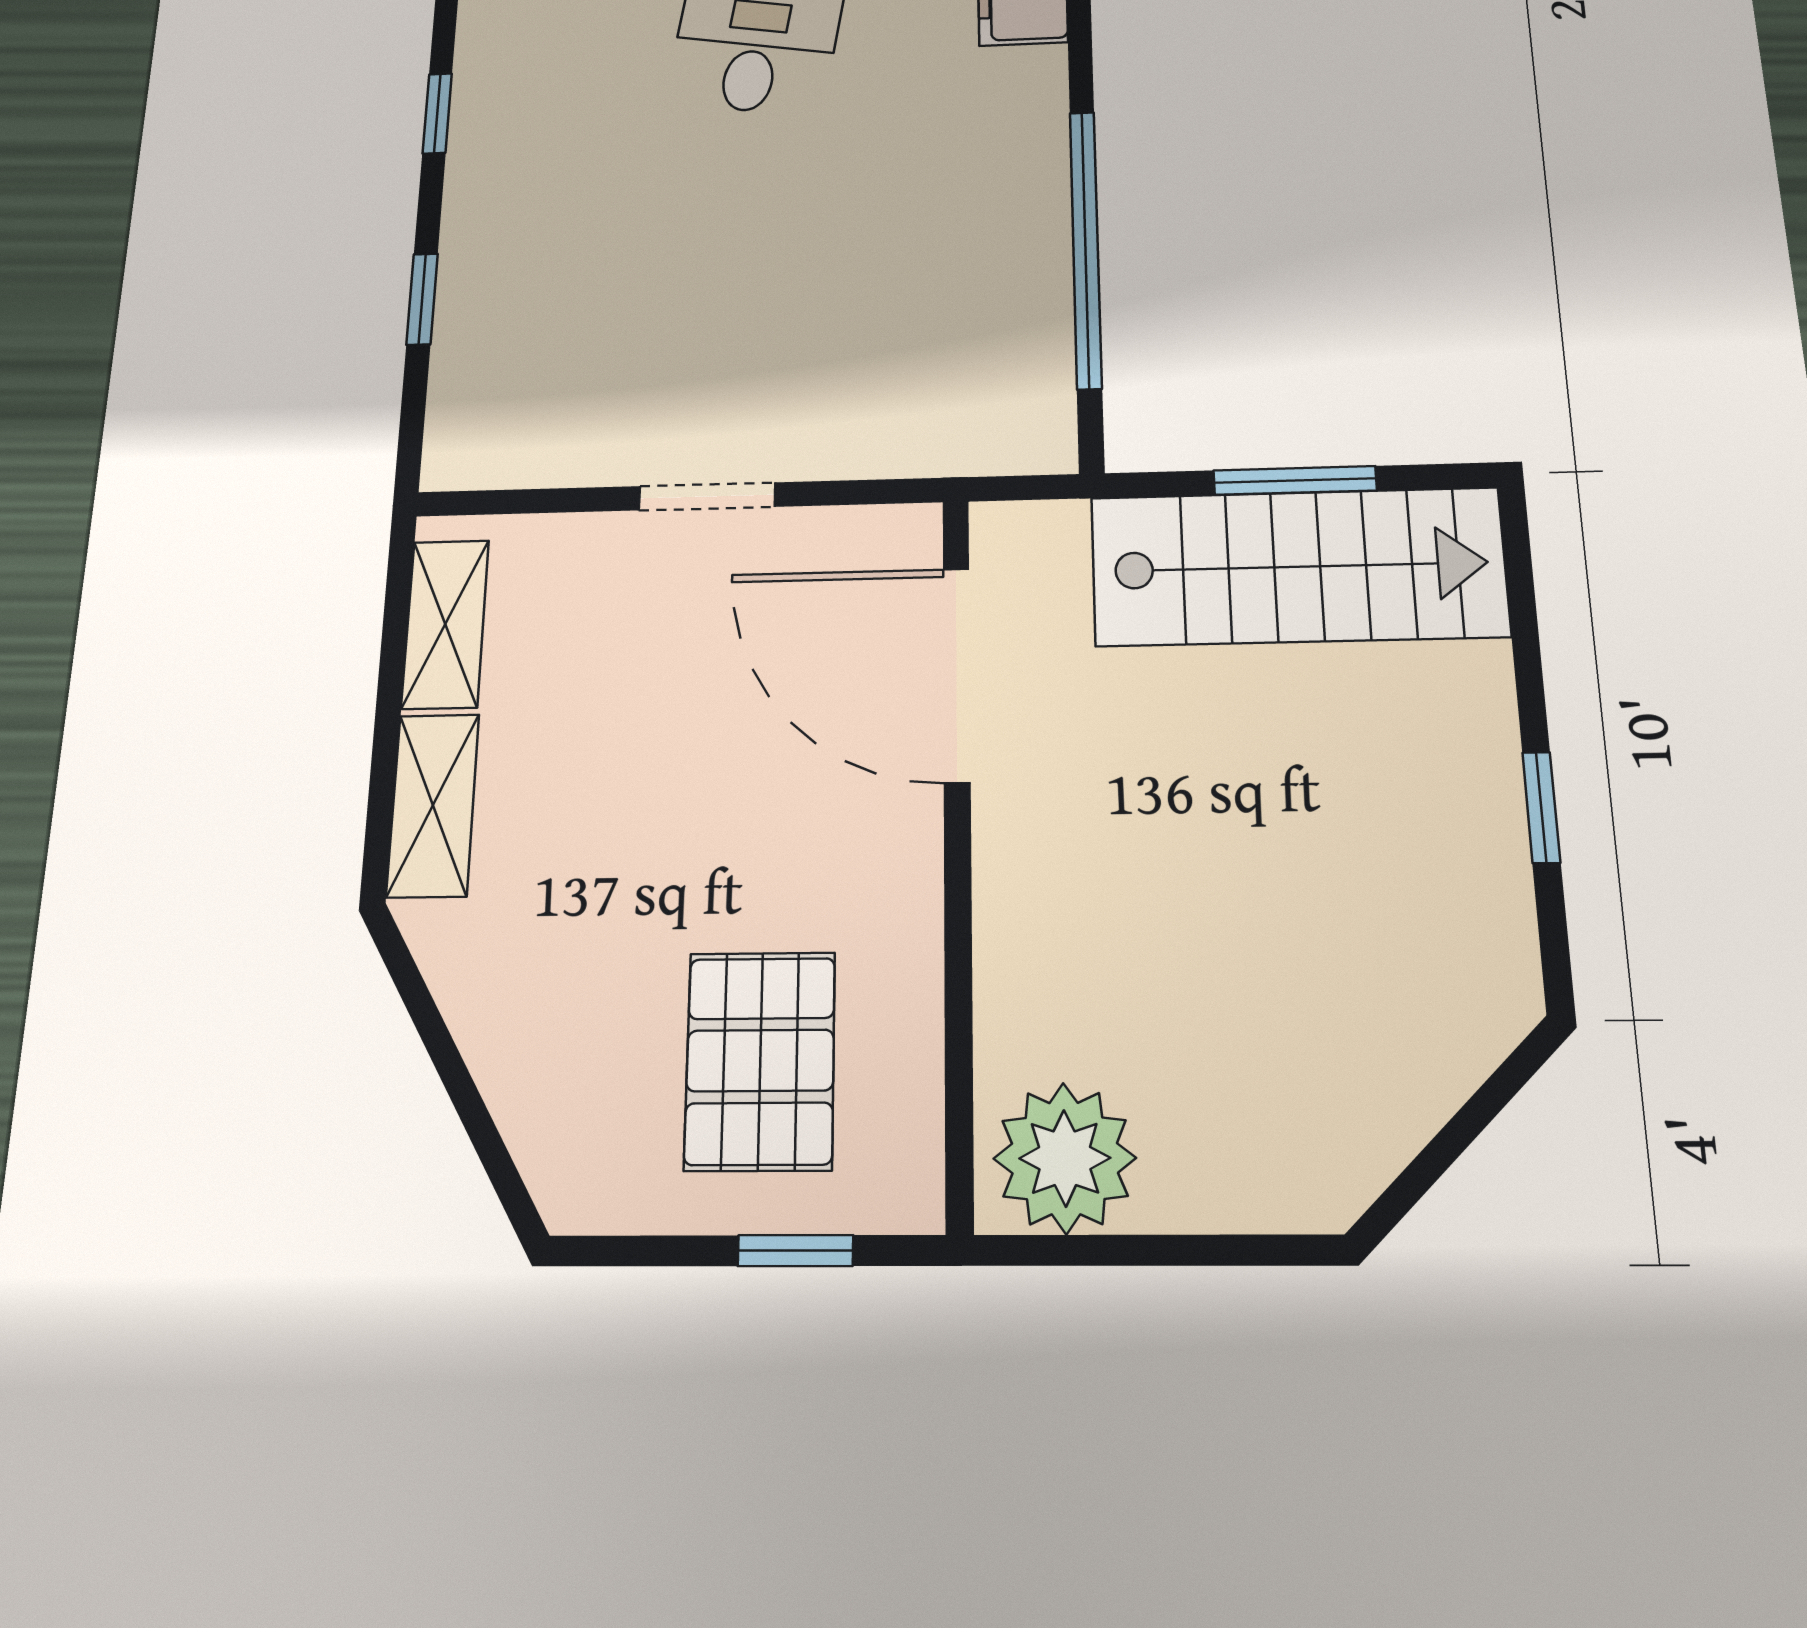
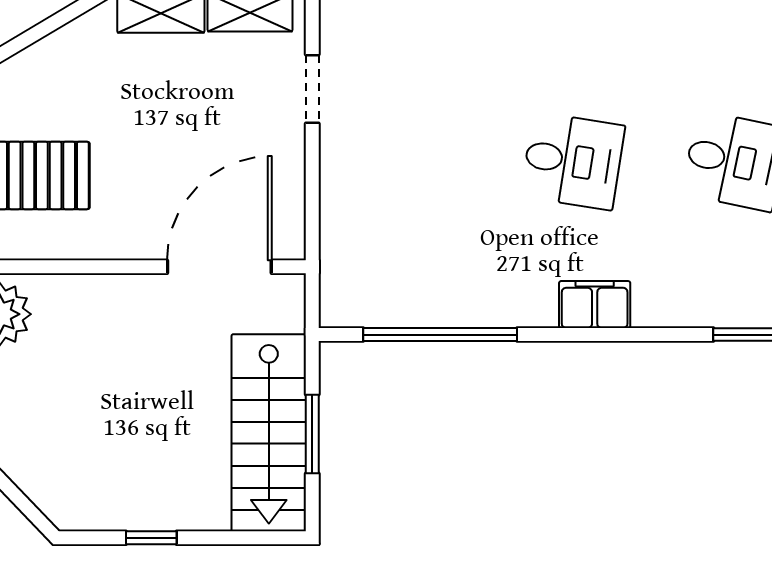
doorway: (707, 496) -> (312, 89), moved

